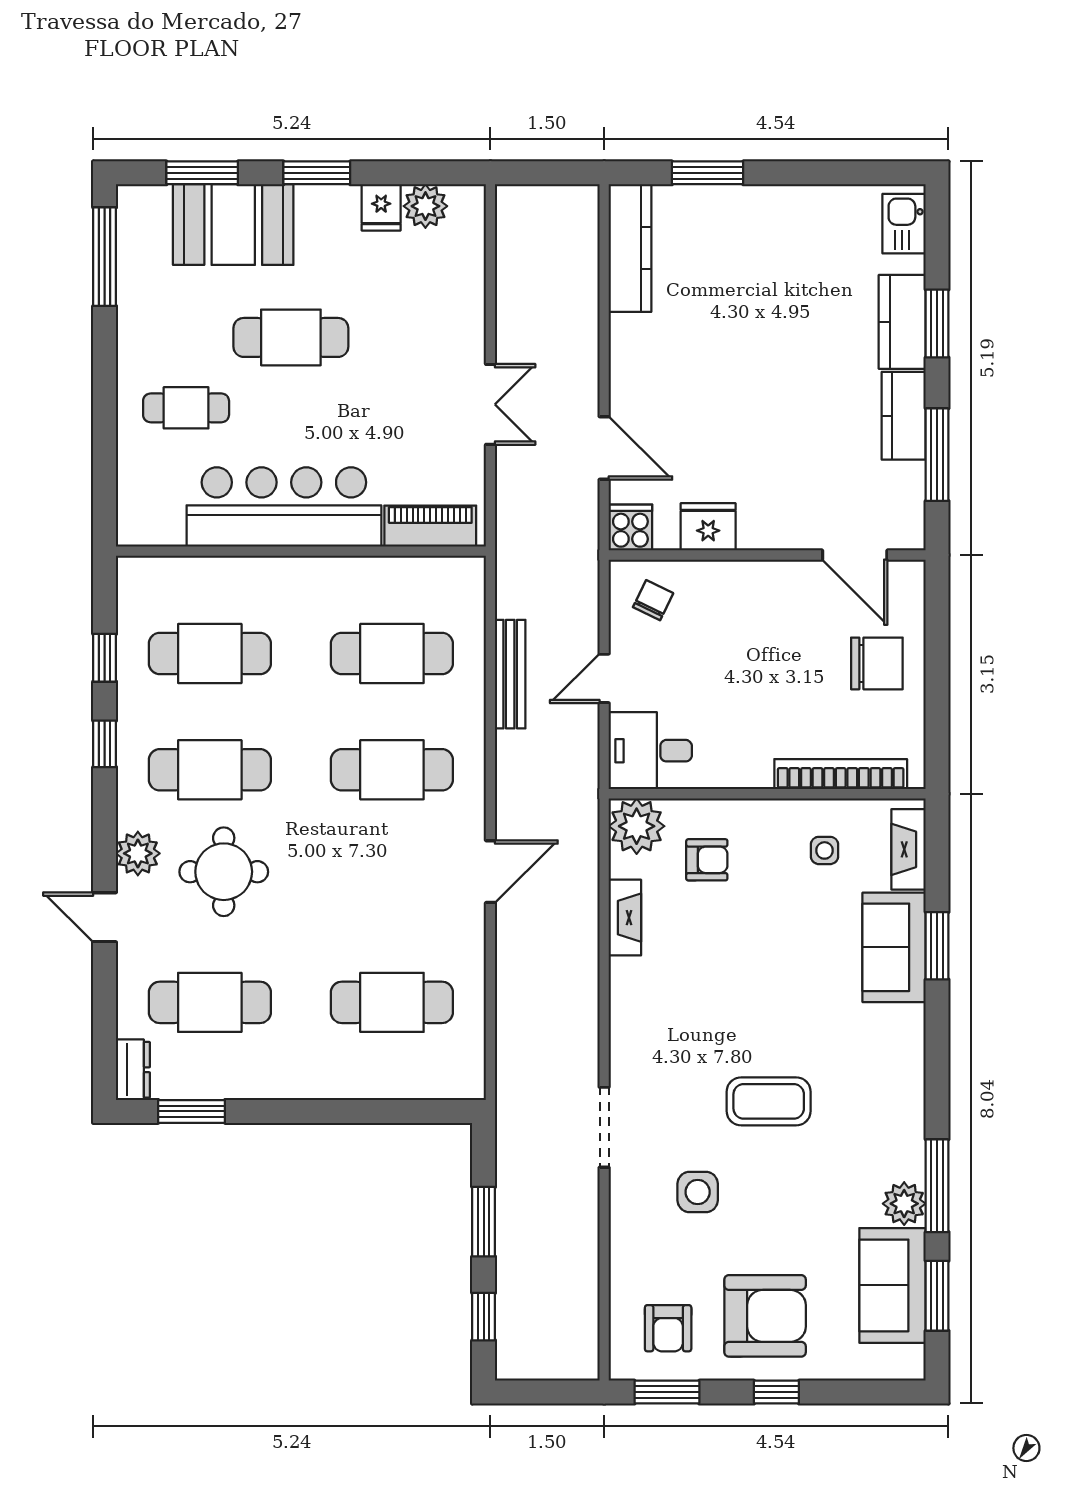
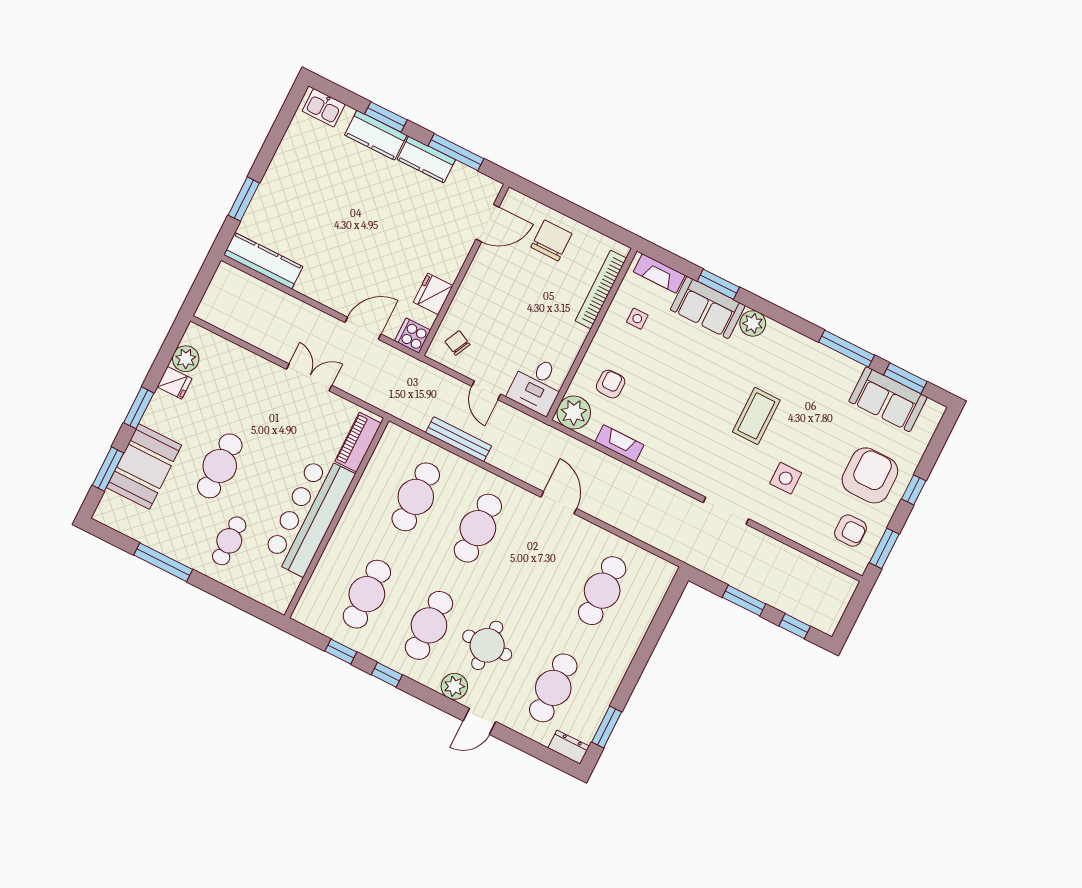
window: (105, 257) -> (163, 562), moved
plant: (904, 1204) -> (753, 323), moved

